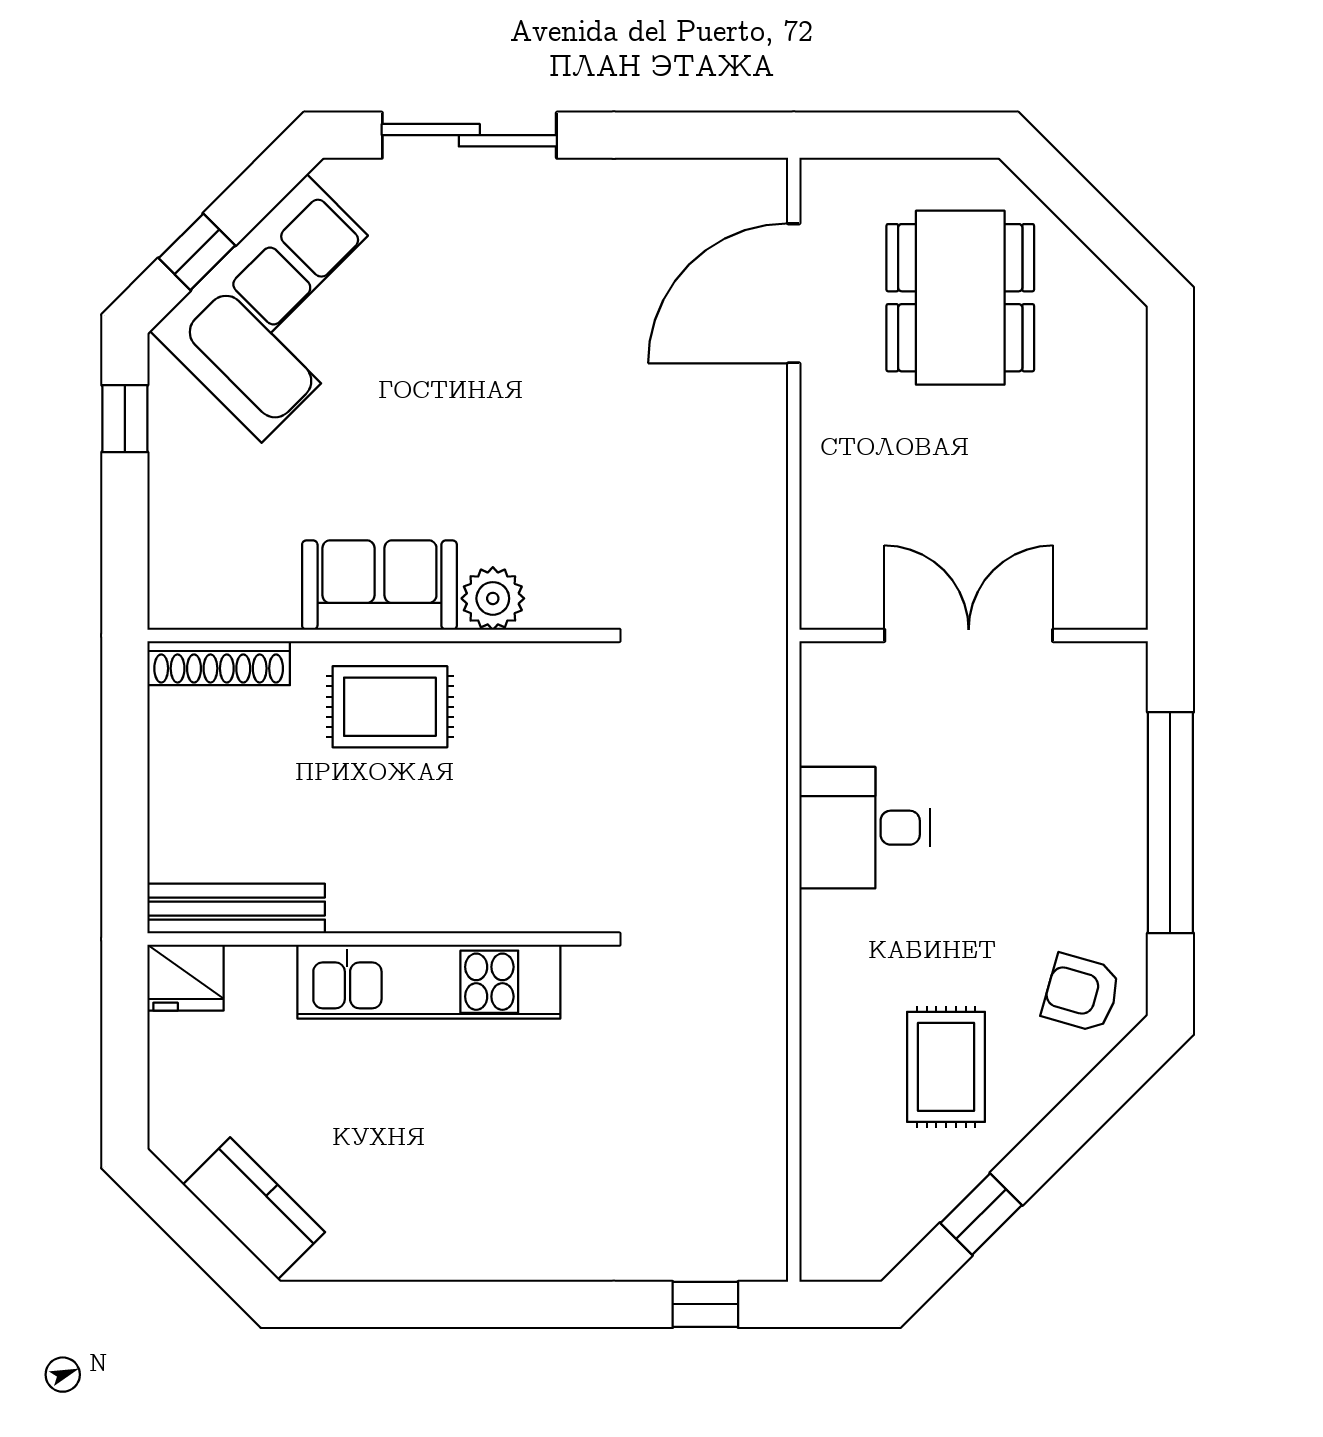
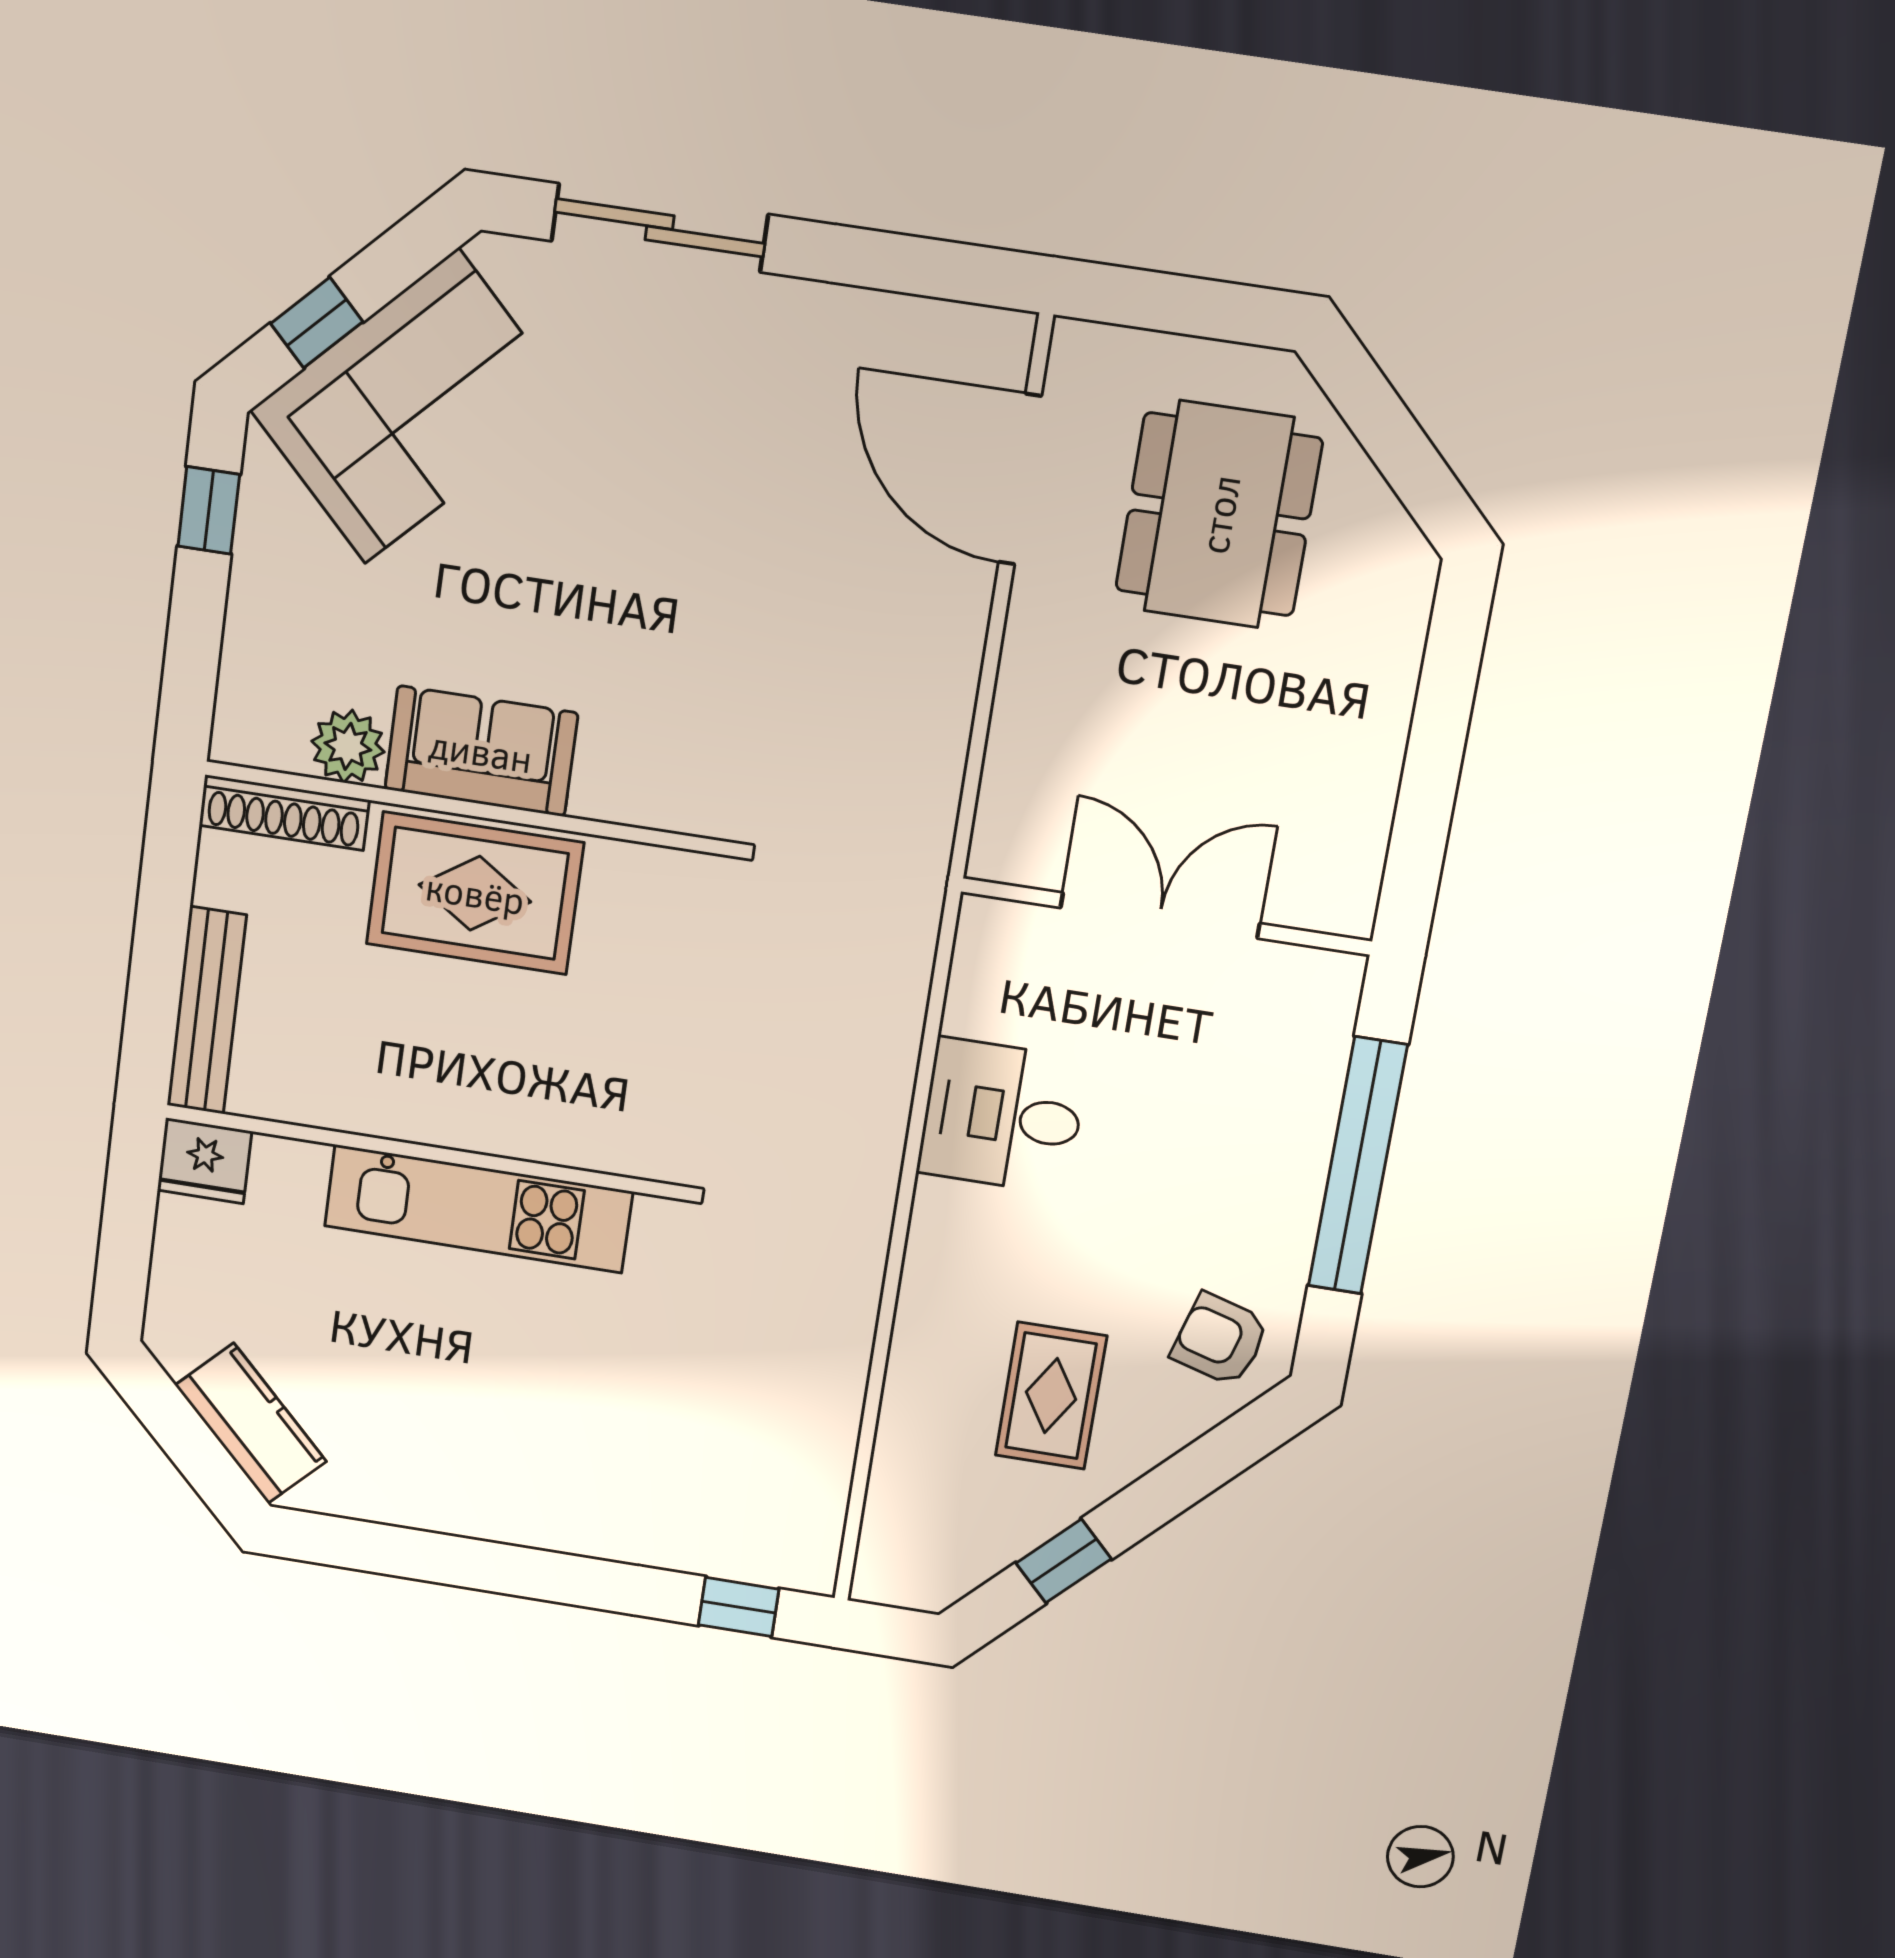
door: (794, 293) -> (1020, 479), hinge flipped
plant: (493, 598) -> (348, 746), moved
rug: (390, 707) -> (475, 893), width x1.36, depth x1.43
bench: (236, 909) -> (207, 1010), moved, turned 90

